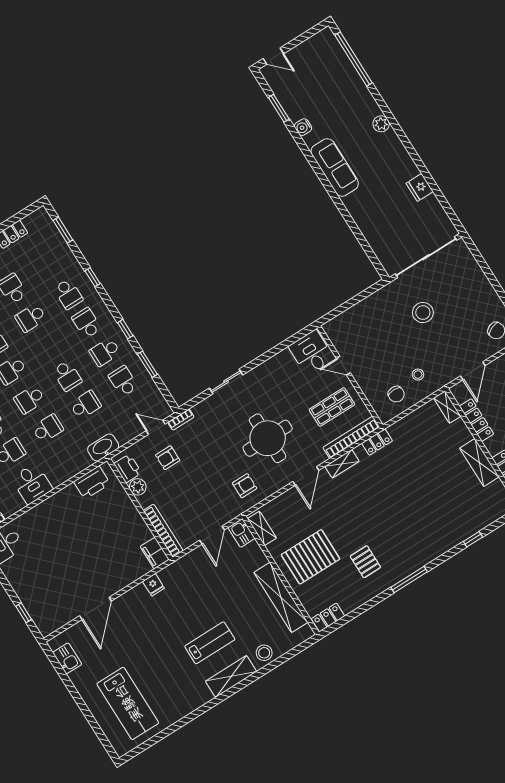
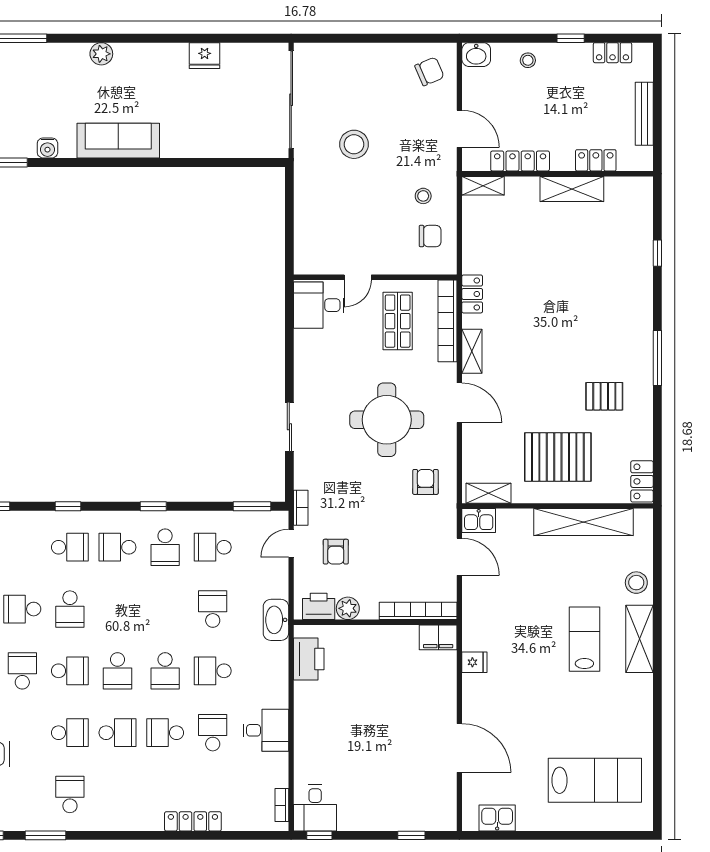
window: (147, 364) -> (252, 506), moved
school desk: (67, 376) -> (165, 609), removed
school desk: (48, 429) -> (213, 671), turned -90
pallet: (311, 557) -> (558, 457), turned 90

